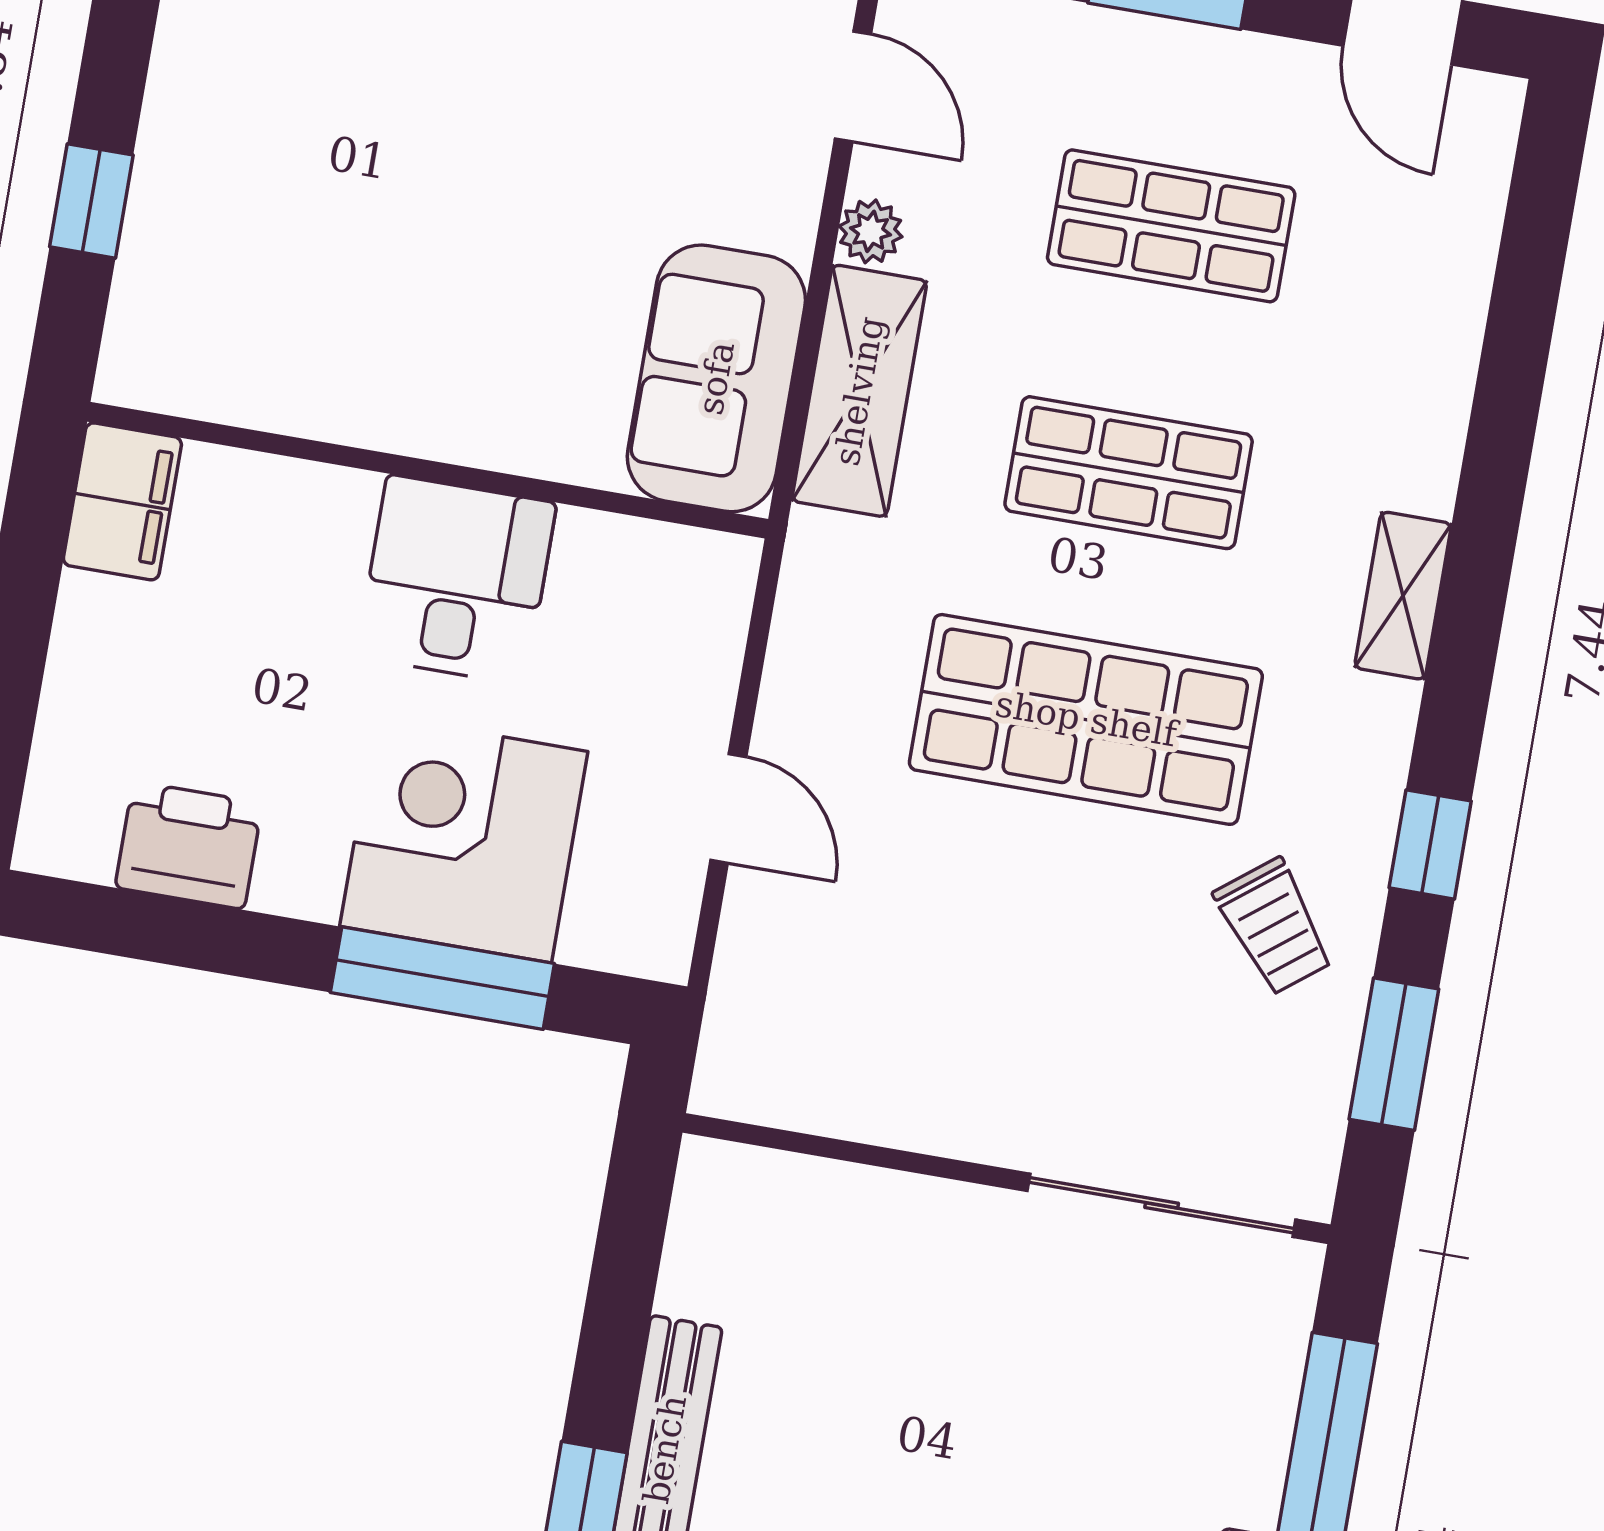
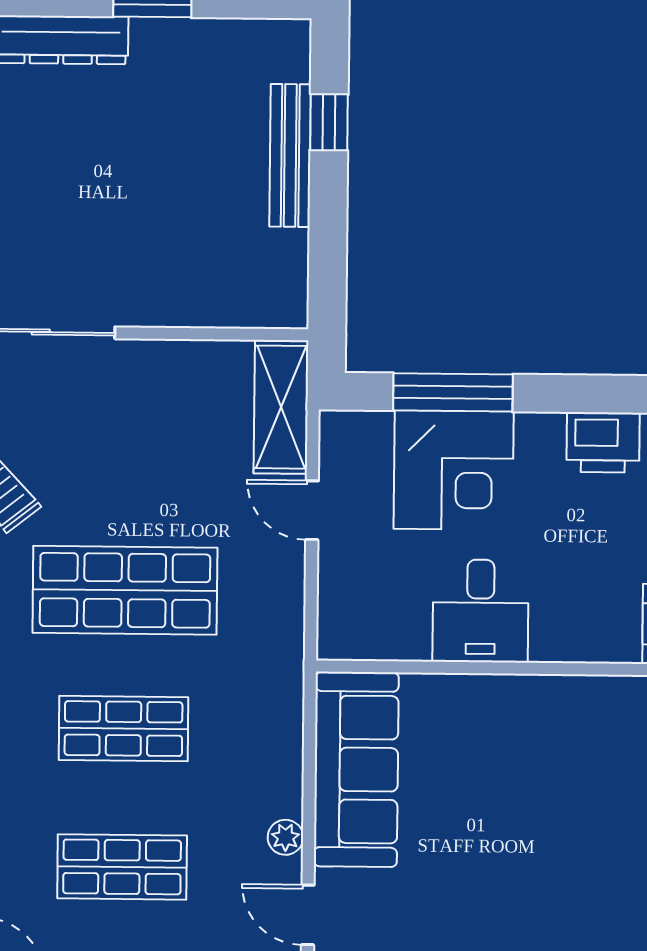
sofa: (716, 378) -> (356, 769), width x1.36
shelving: (859, 391) -> (281, 407), moved

